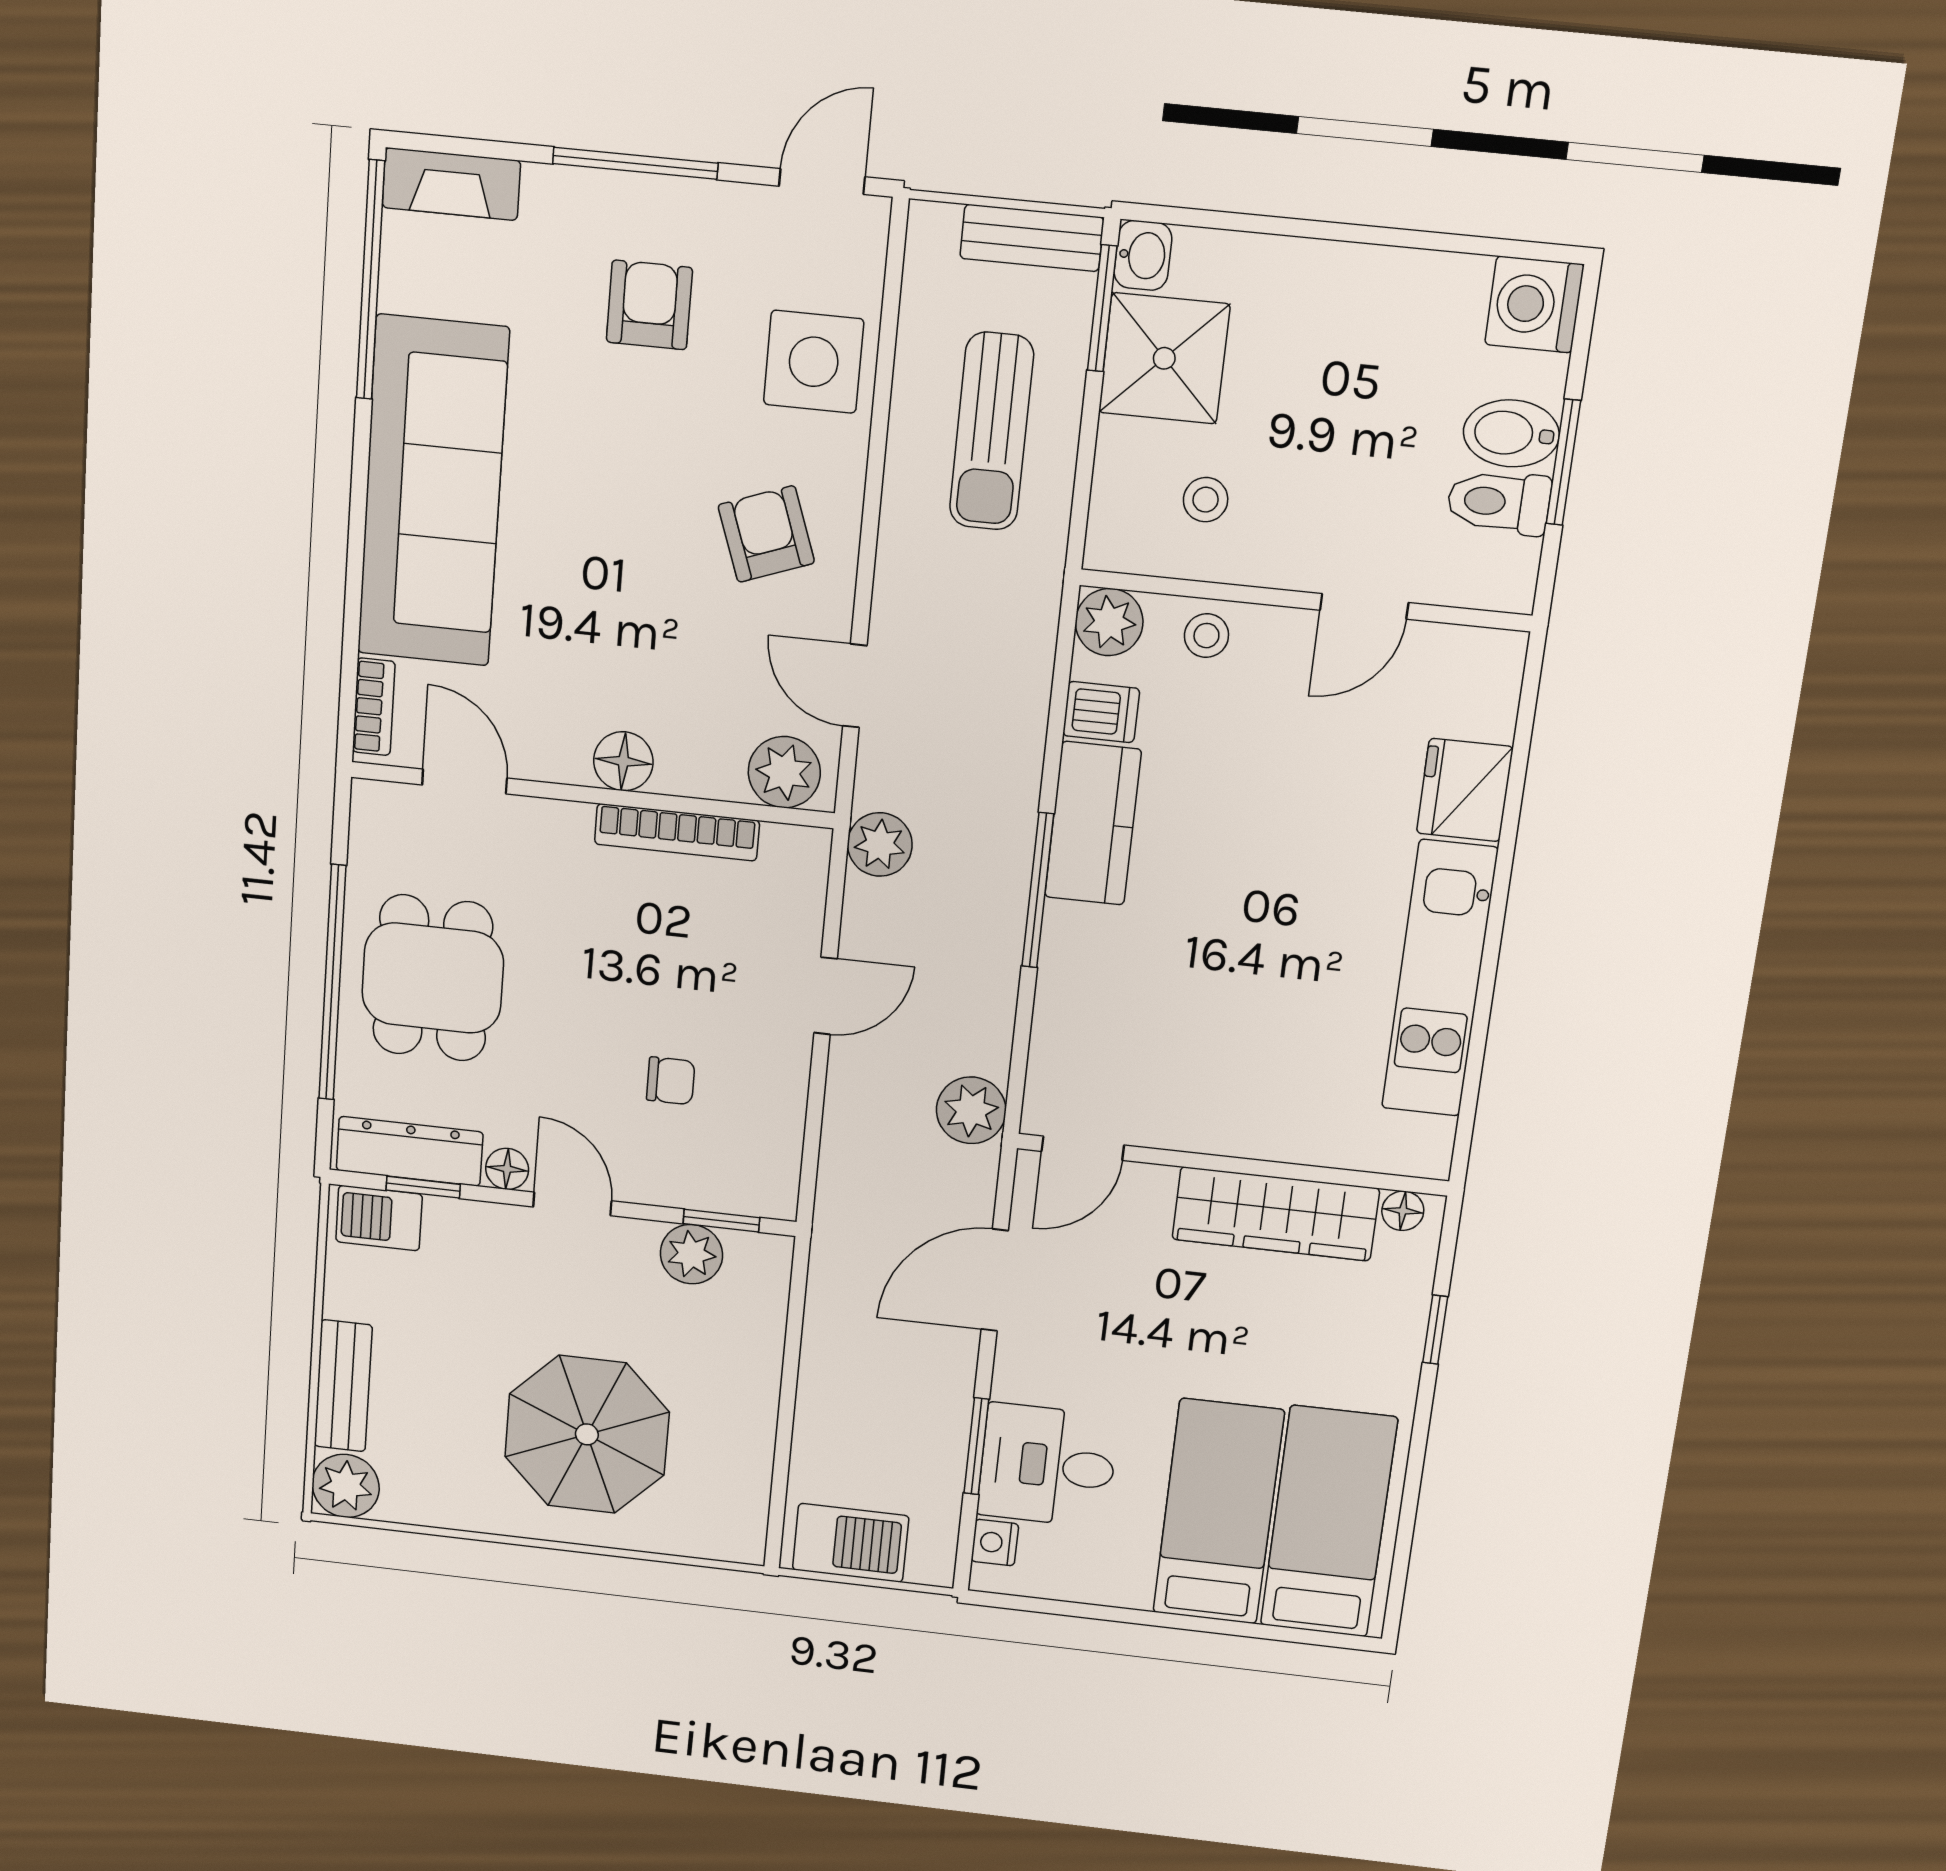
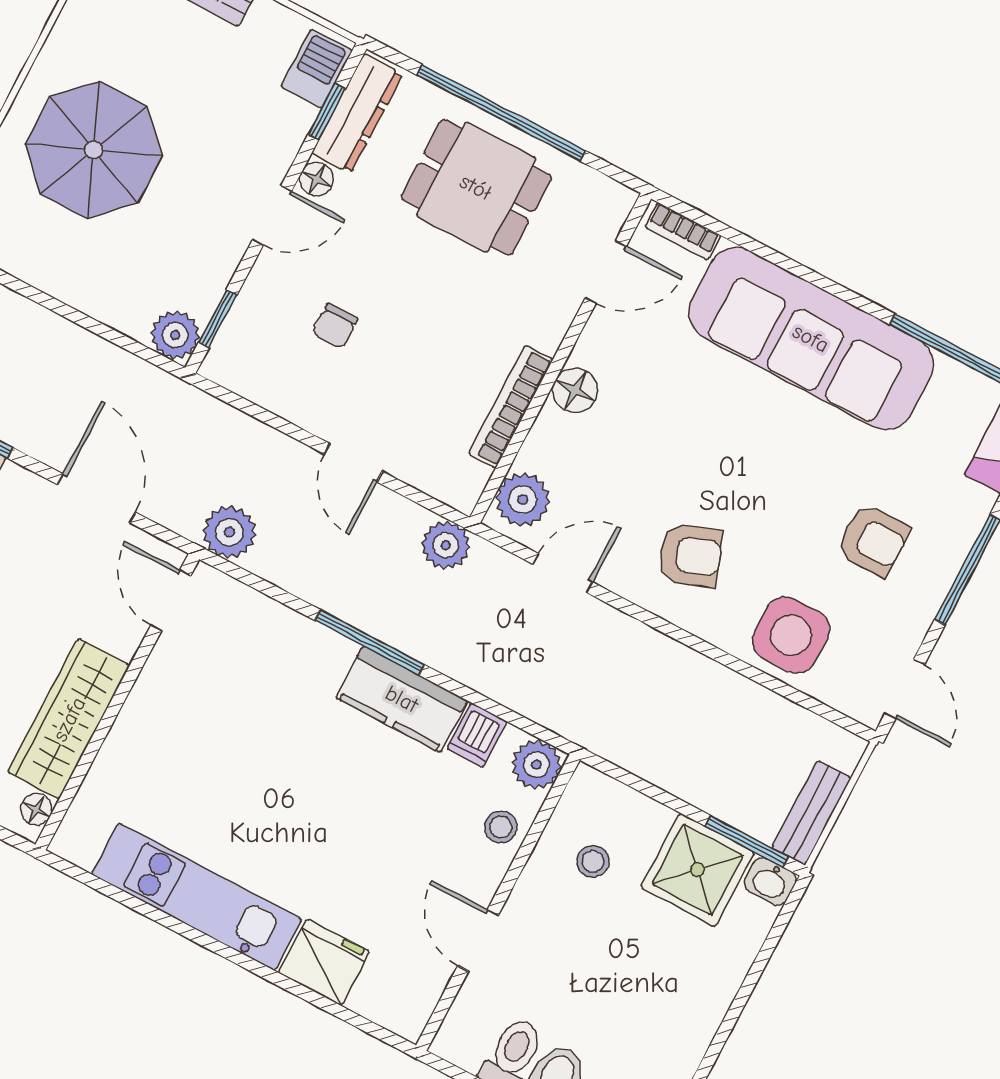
sun lounger: (992, 431) -> (697, 736), removed
plant: (691, 1254) -> (175, 335), moved

